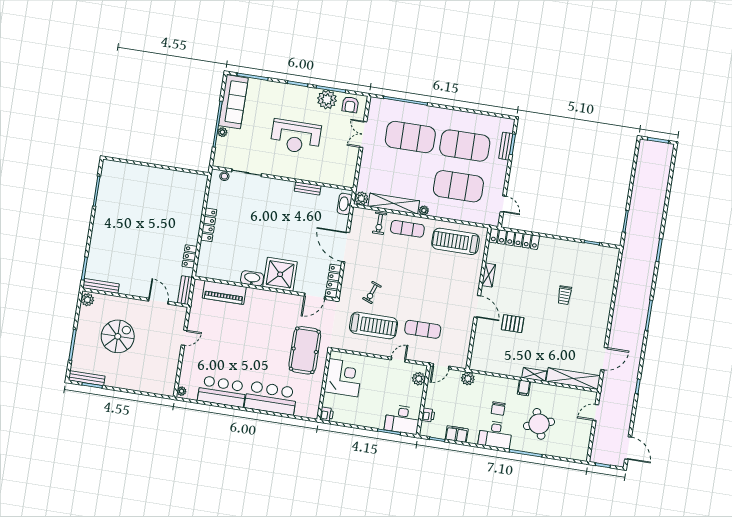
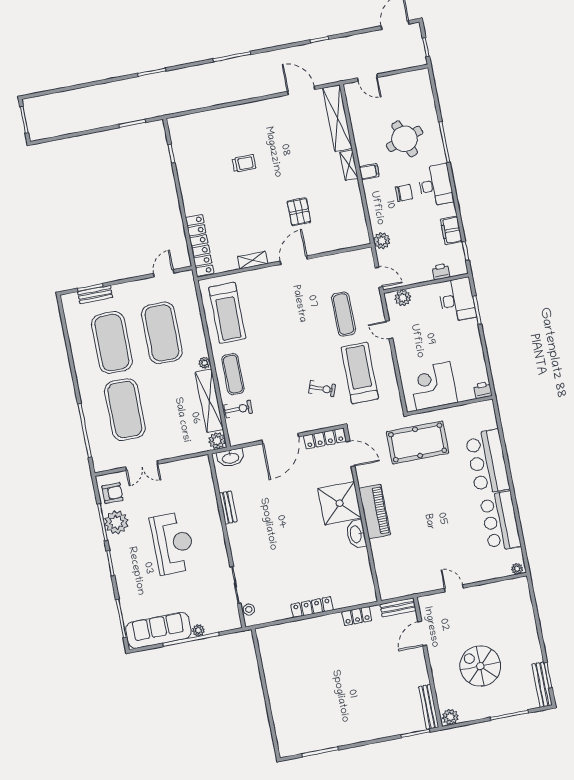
piano: (224, 292) -> (375, 512), moved

